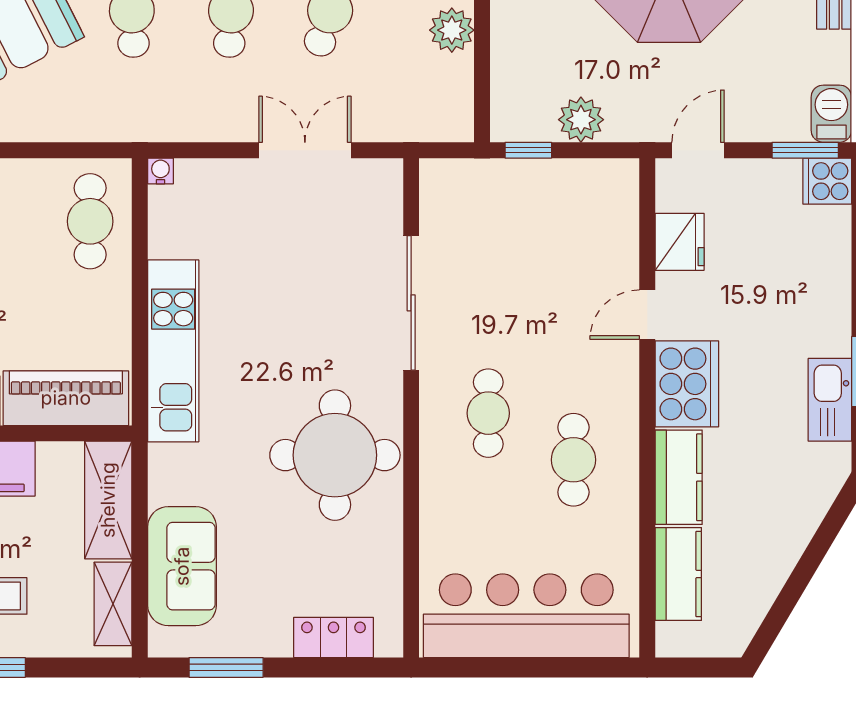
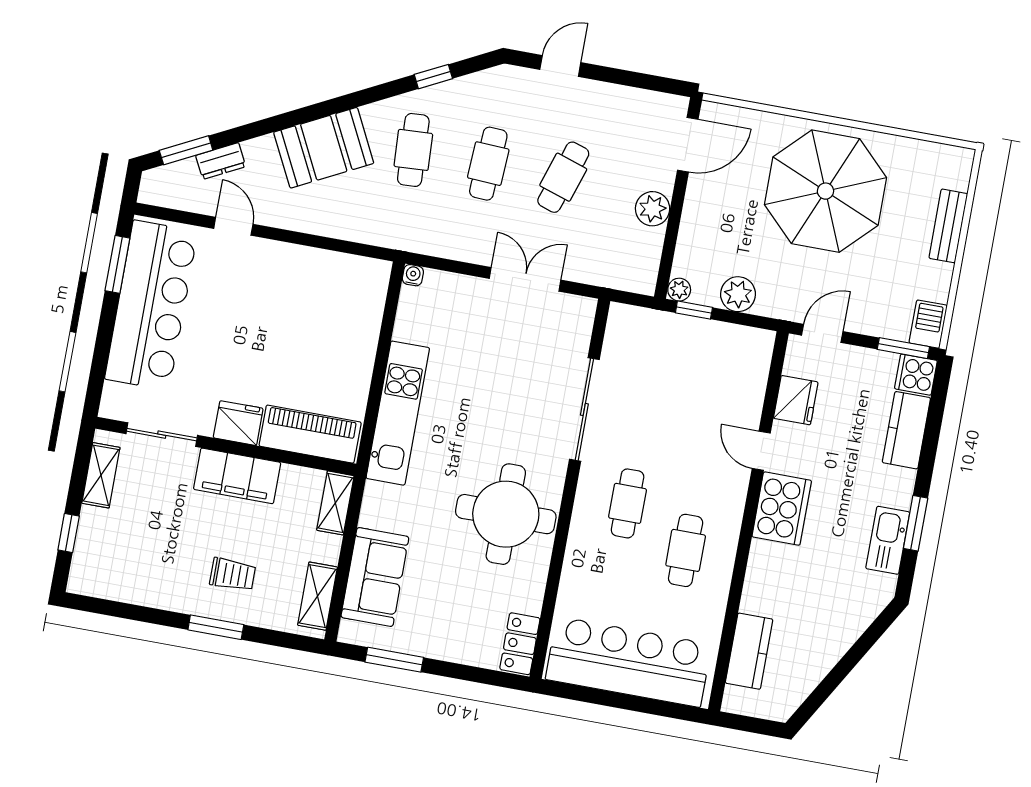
plant: (505, 127) -> (679, 290), added
cafe table: (90, 221) -> (353, 304), removed
door: (647, 315) -> (761, 451), hinge flipped
kitchen counter: (679, 477) -> (906, 430), moved, turned 180
shelving: (108, 500) -> (335, 503), width x0.67, depth x0.75
locker: (334, 637) -> (520, 644), moved, turned -90

